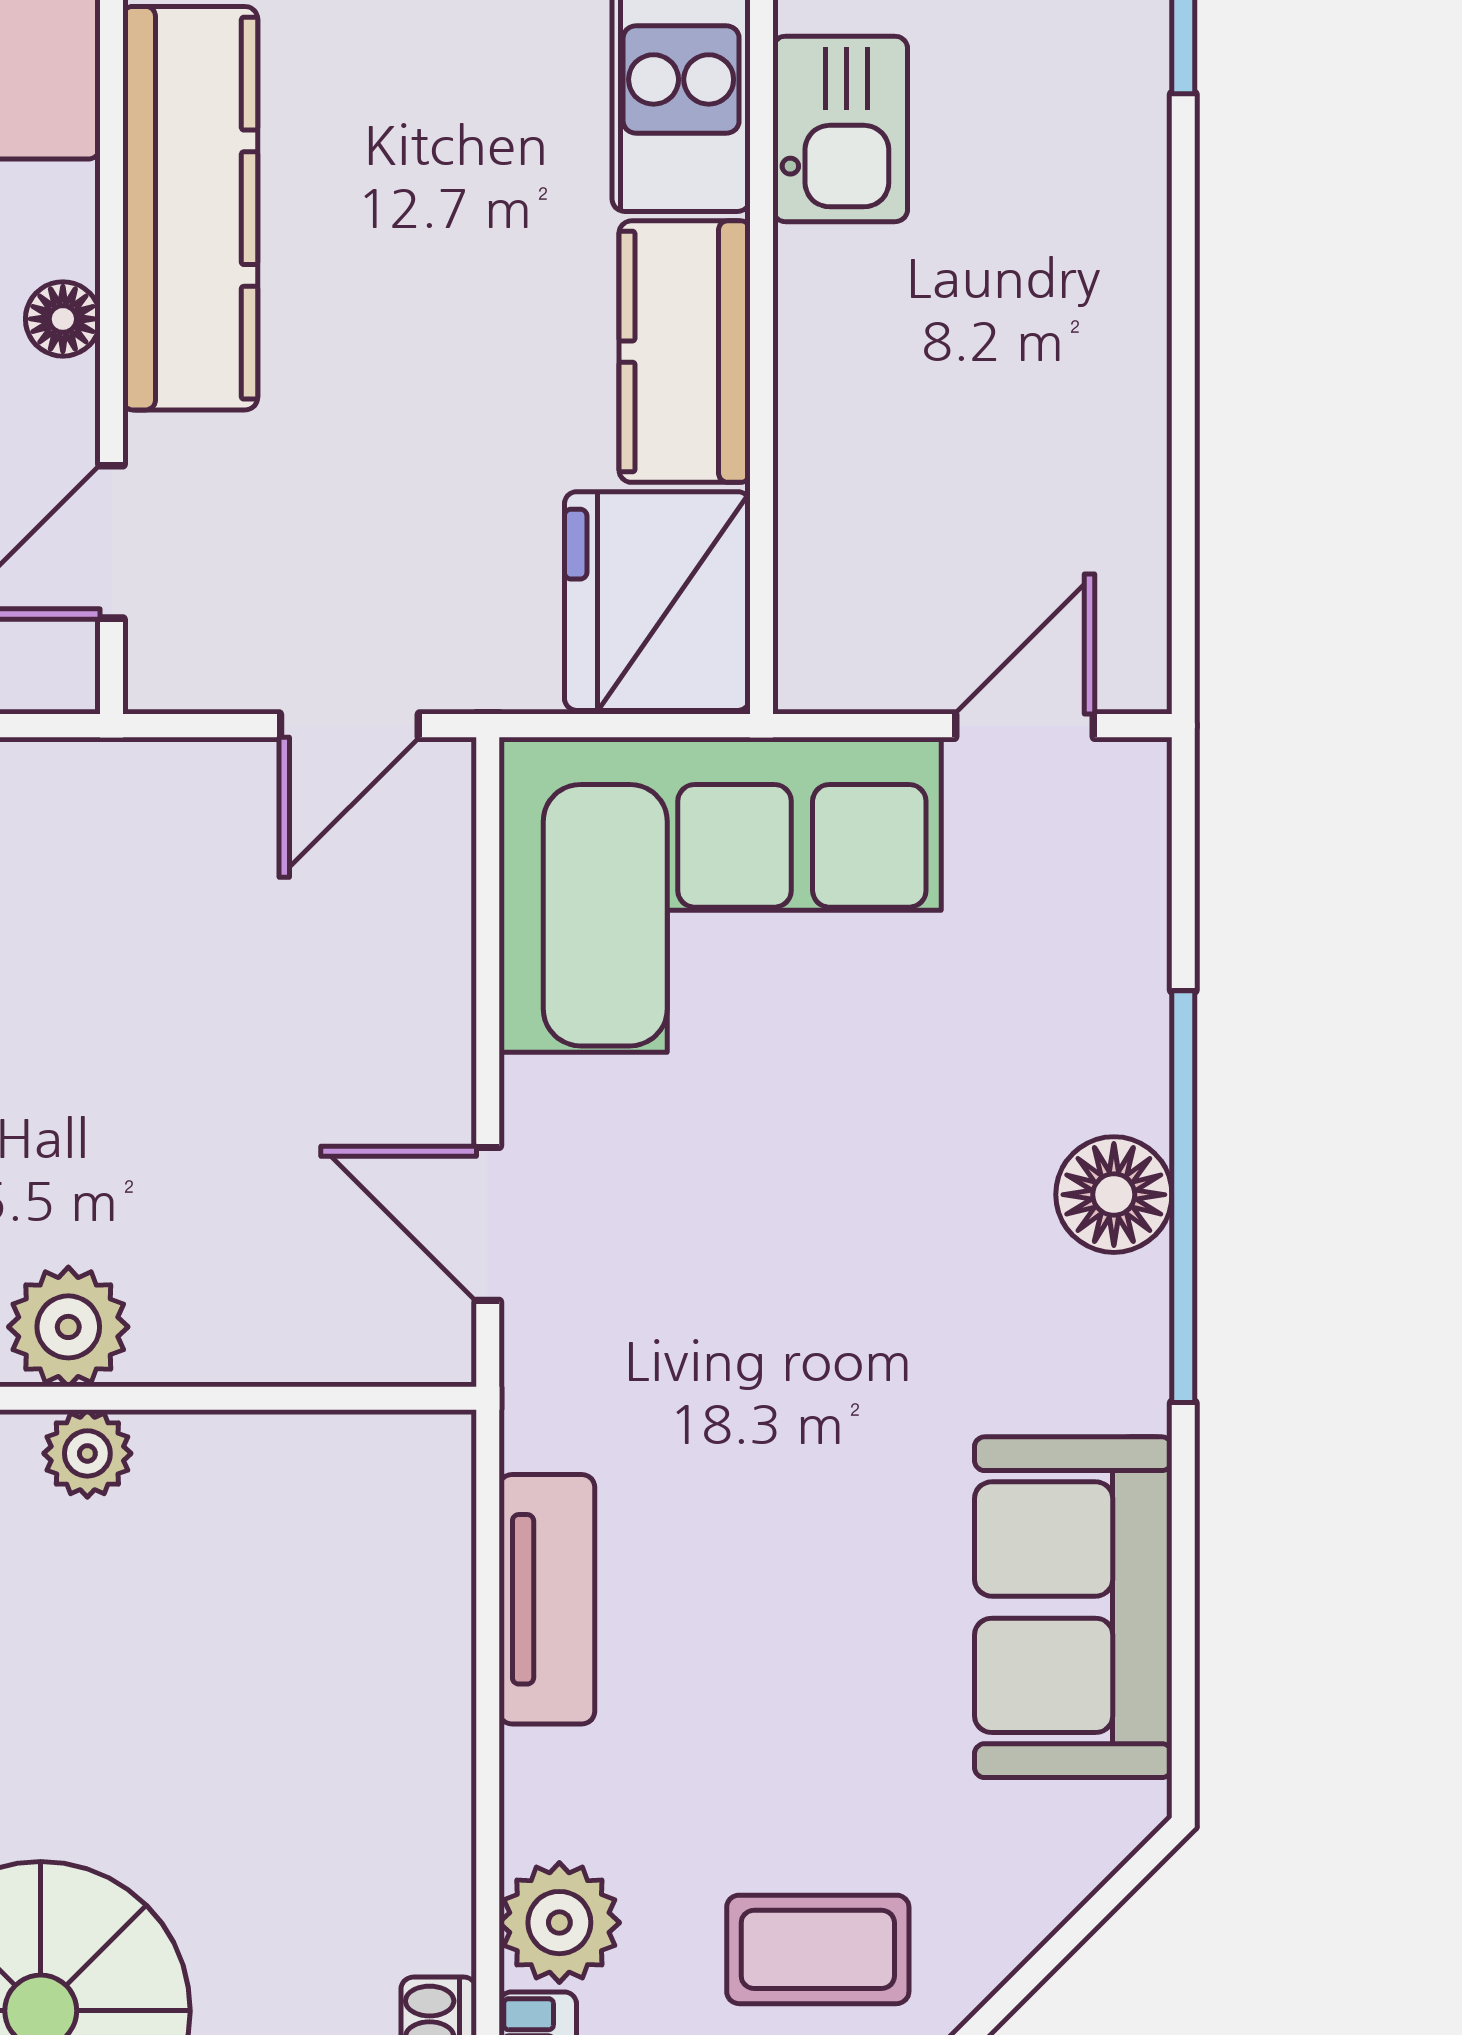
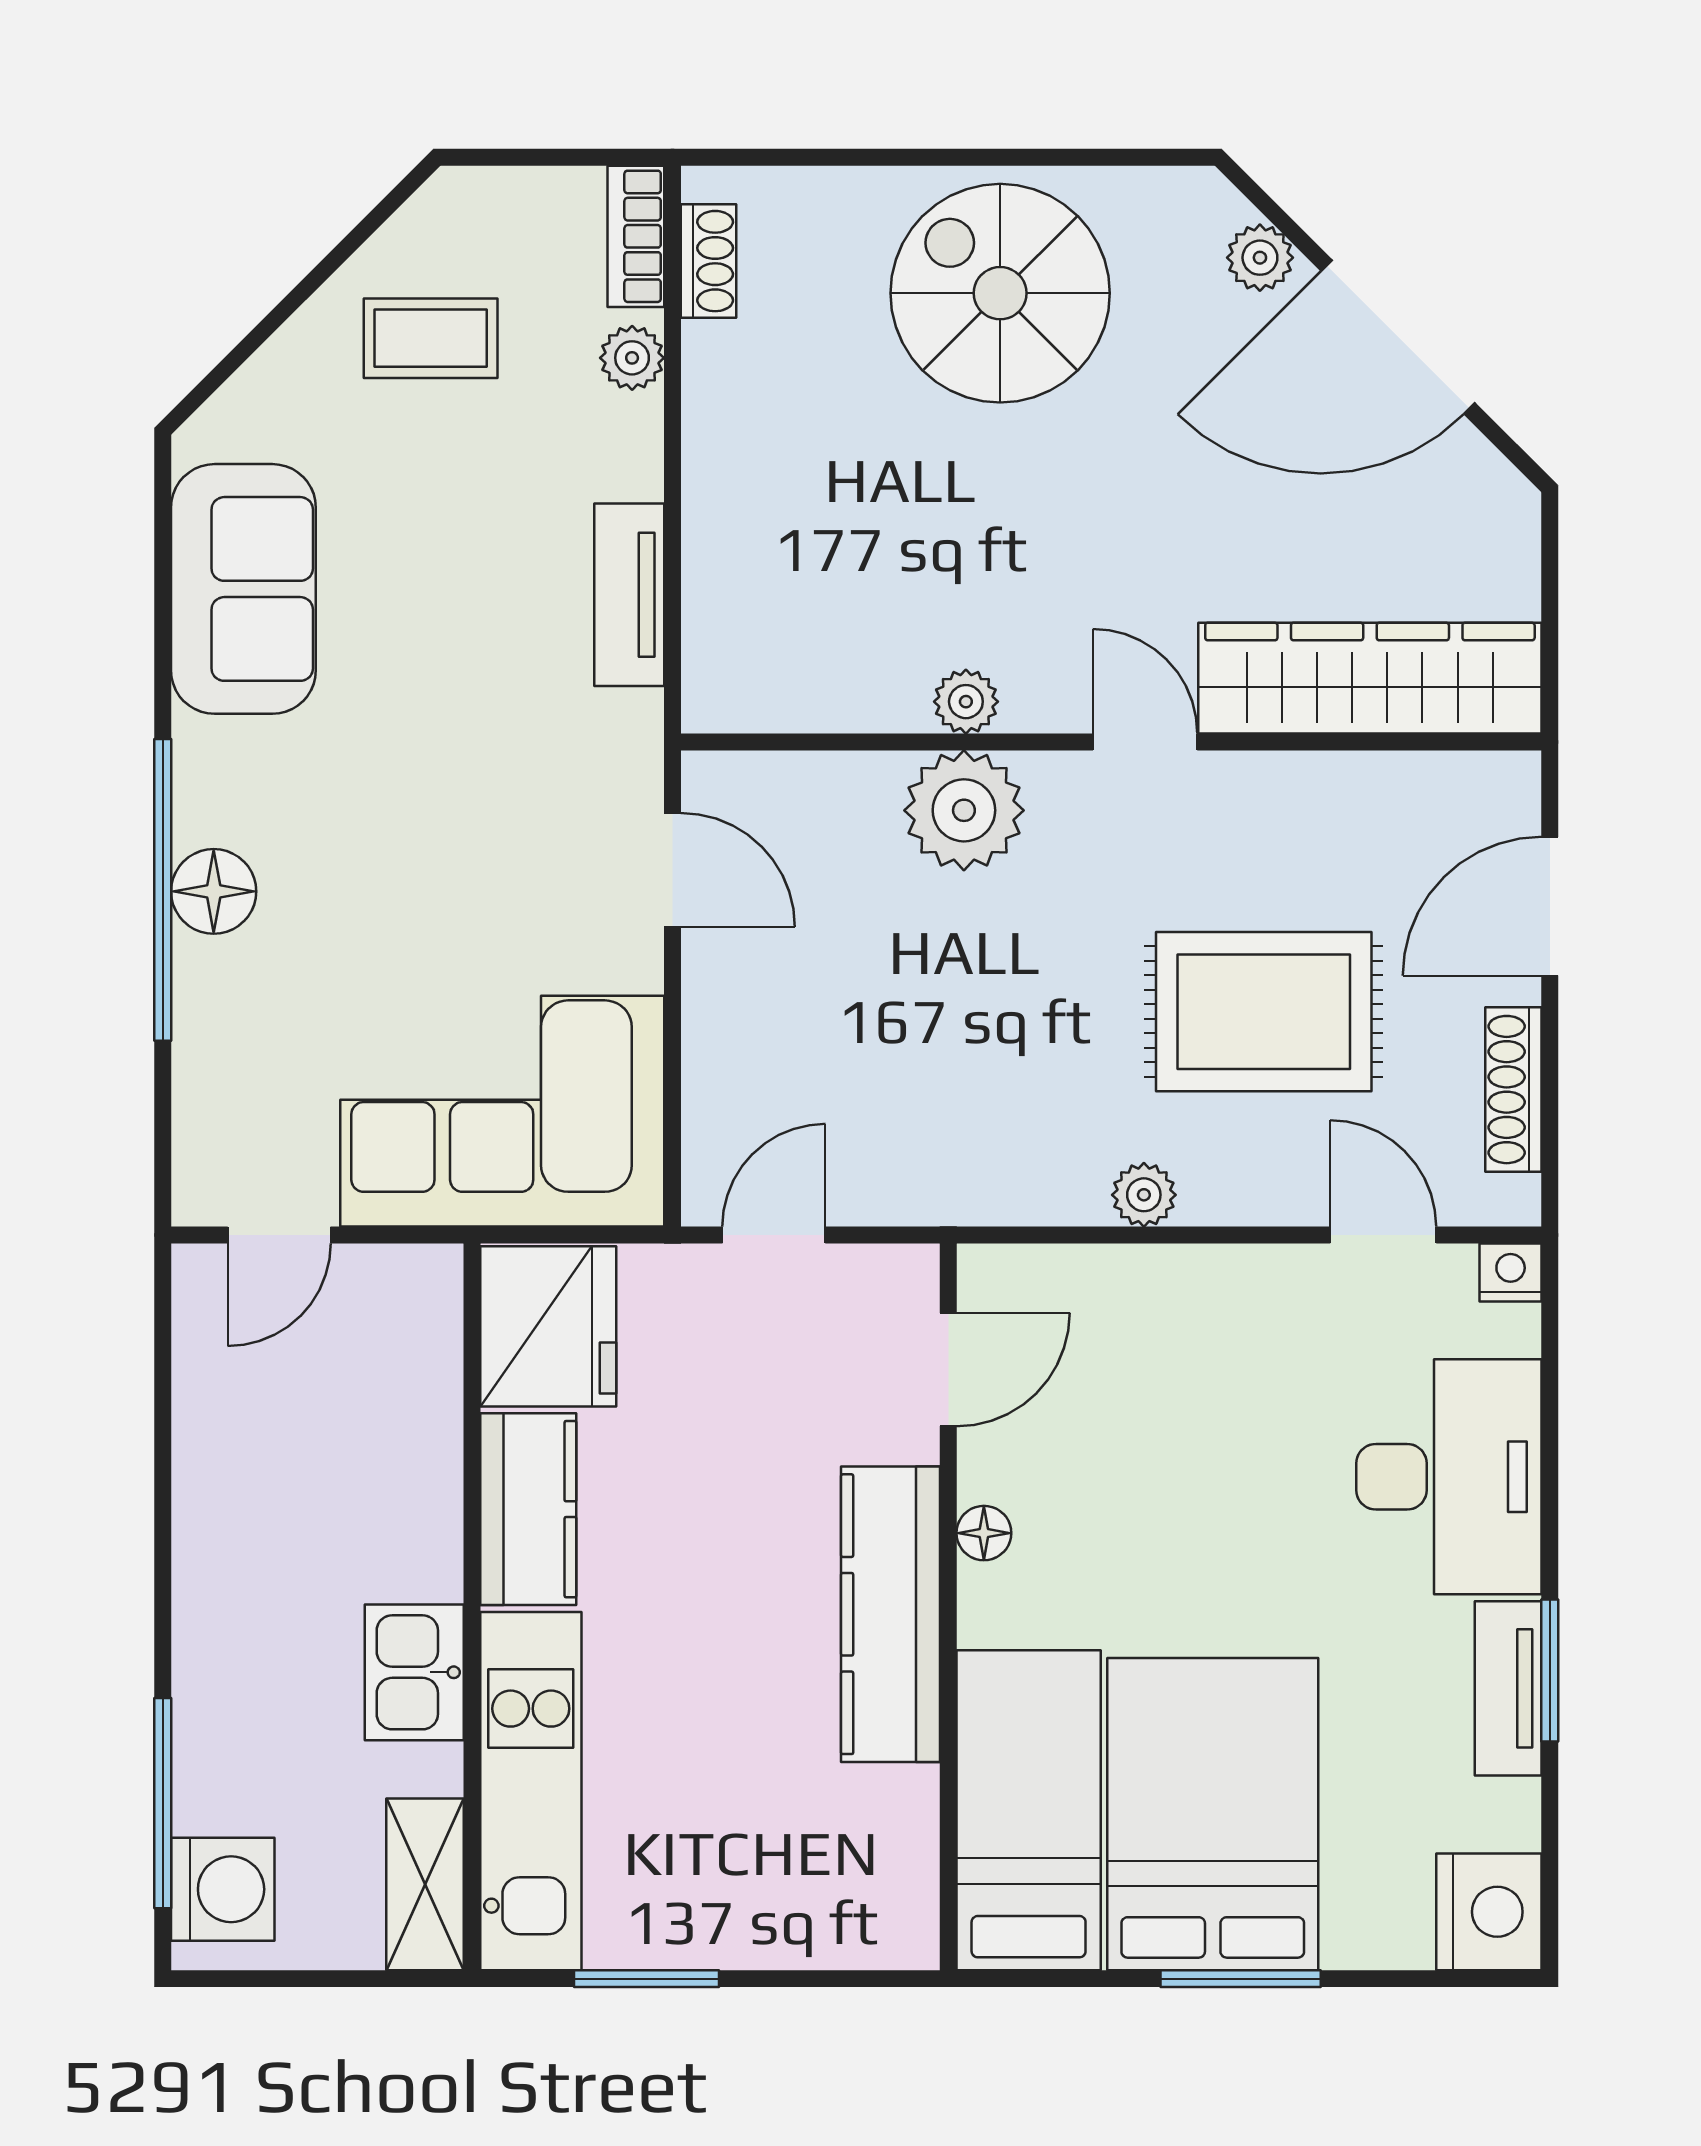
plant: (68, 1327) -> (964, 810), width x1.36, depth x1.36
plant: (559, 1923) -> (632, 358), width x0.73, depth x0.73

